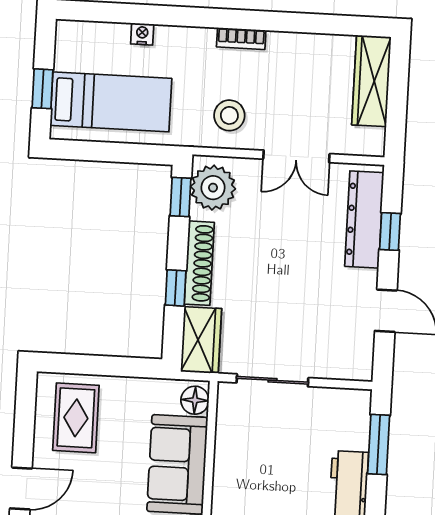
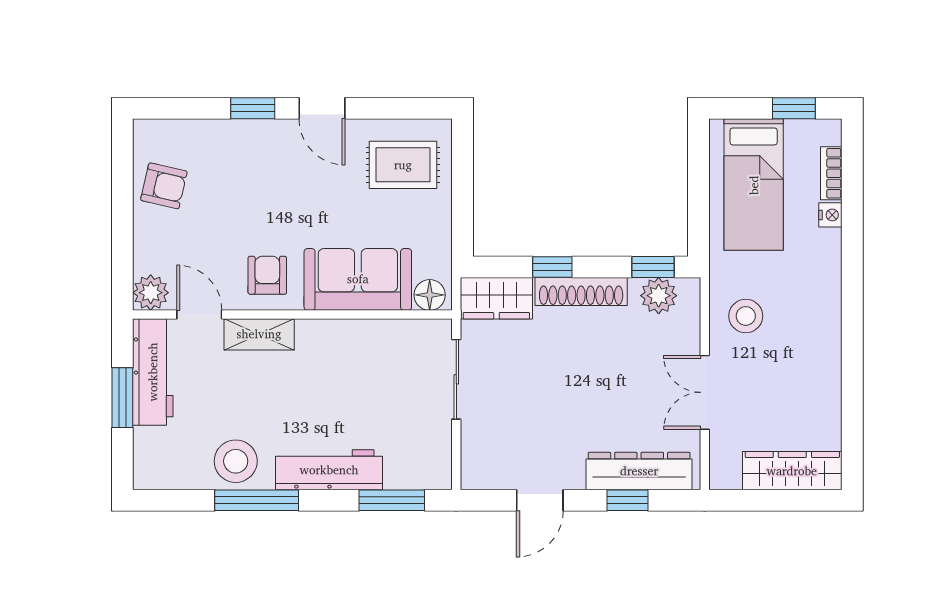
bookcase: (241, 39) -> (831, 173), moved
window: (43, 89) -> (794, 108), moved
plant: (213, 188) -> (659, 296), width x0.73, depth x0.73

